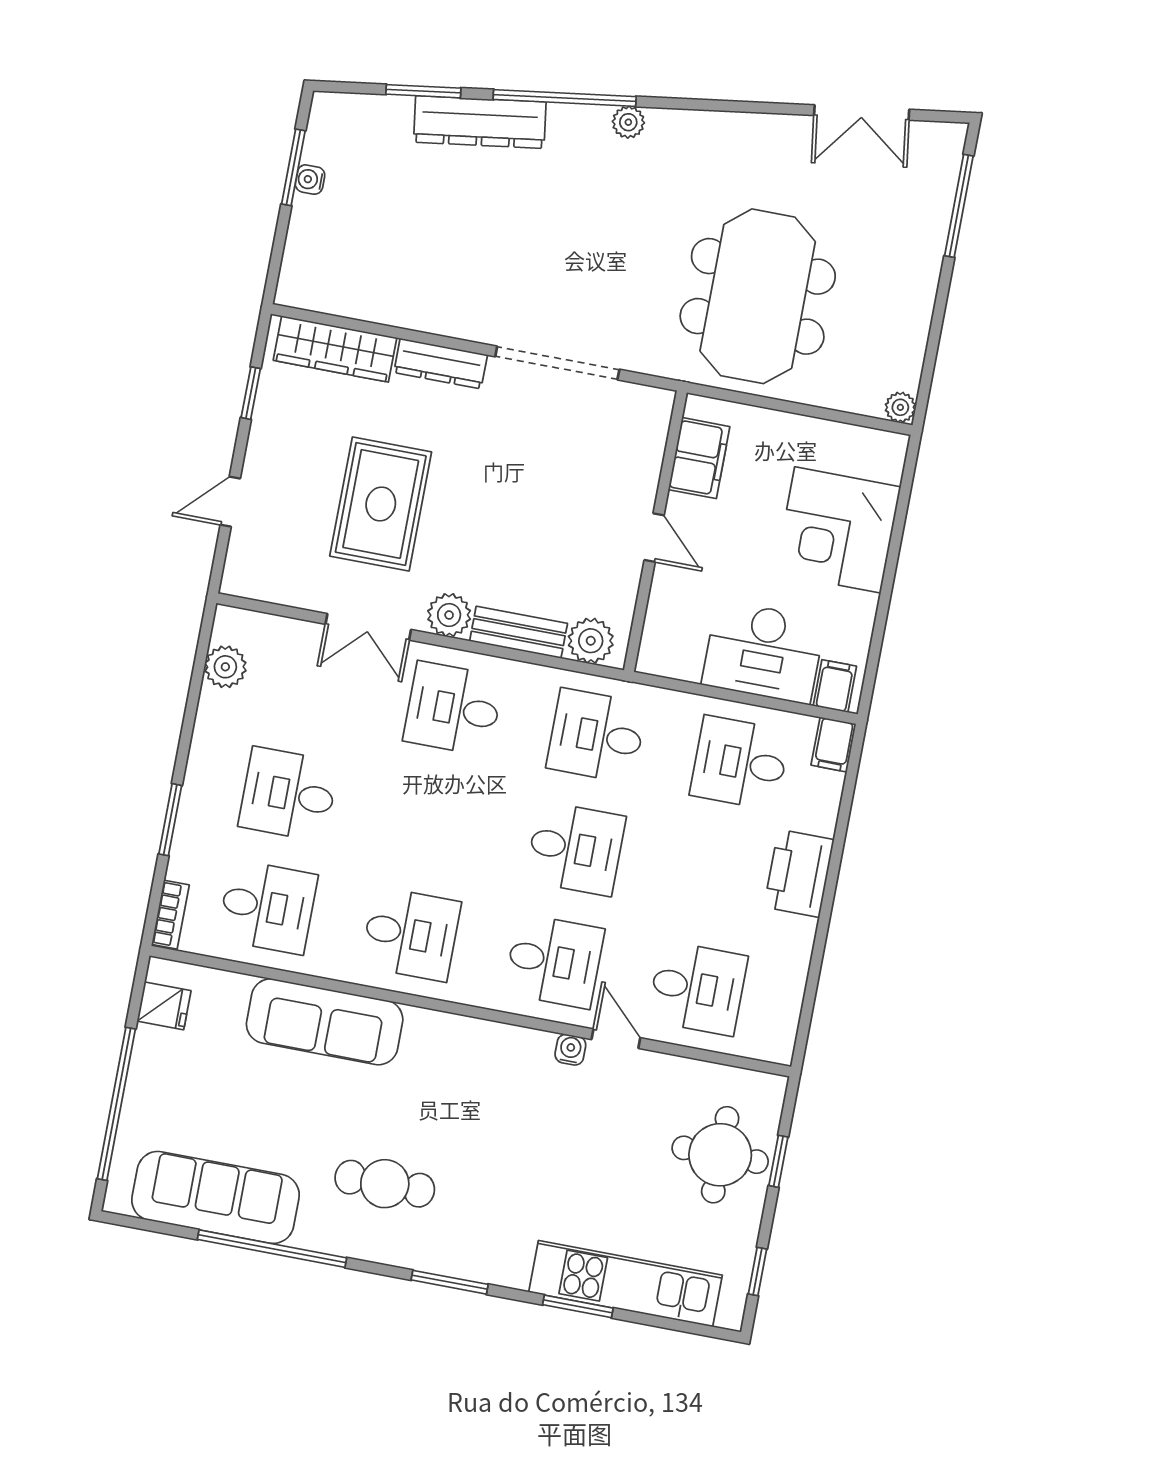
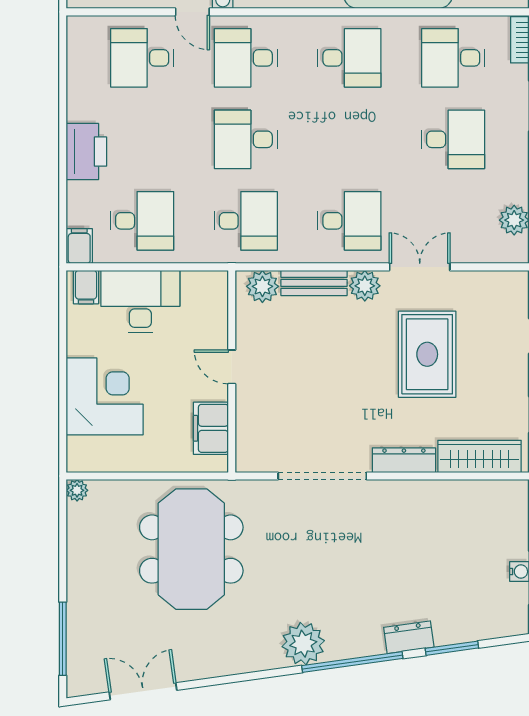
dresser: (480, 122) -> (409, 637), width x0.51, depth x0.80
plant: (628, 122) -> (303, 644), width x1.88, depth x1.88
desk: (411, 934) -> (349, 58), turned 180

